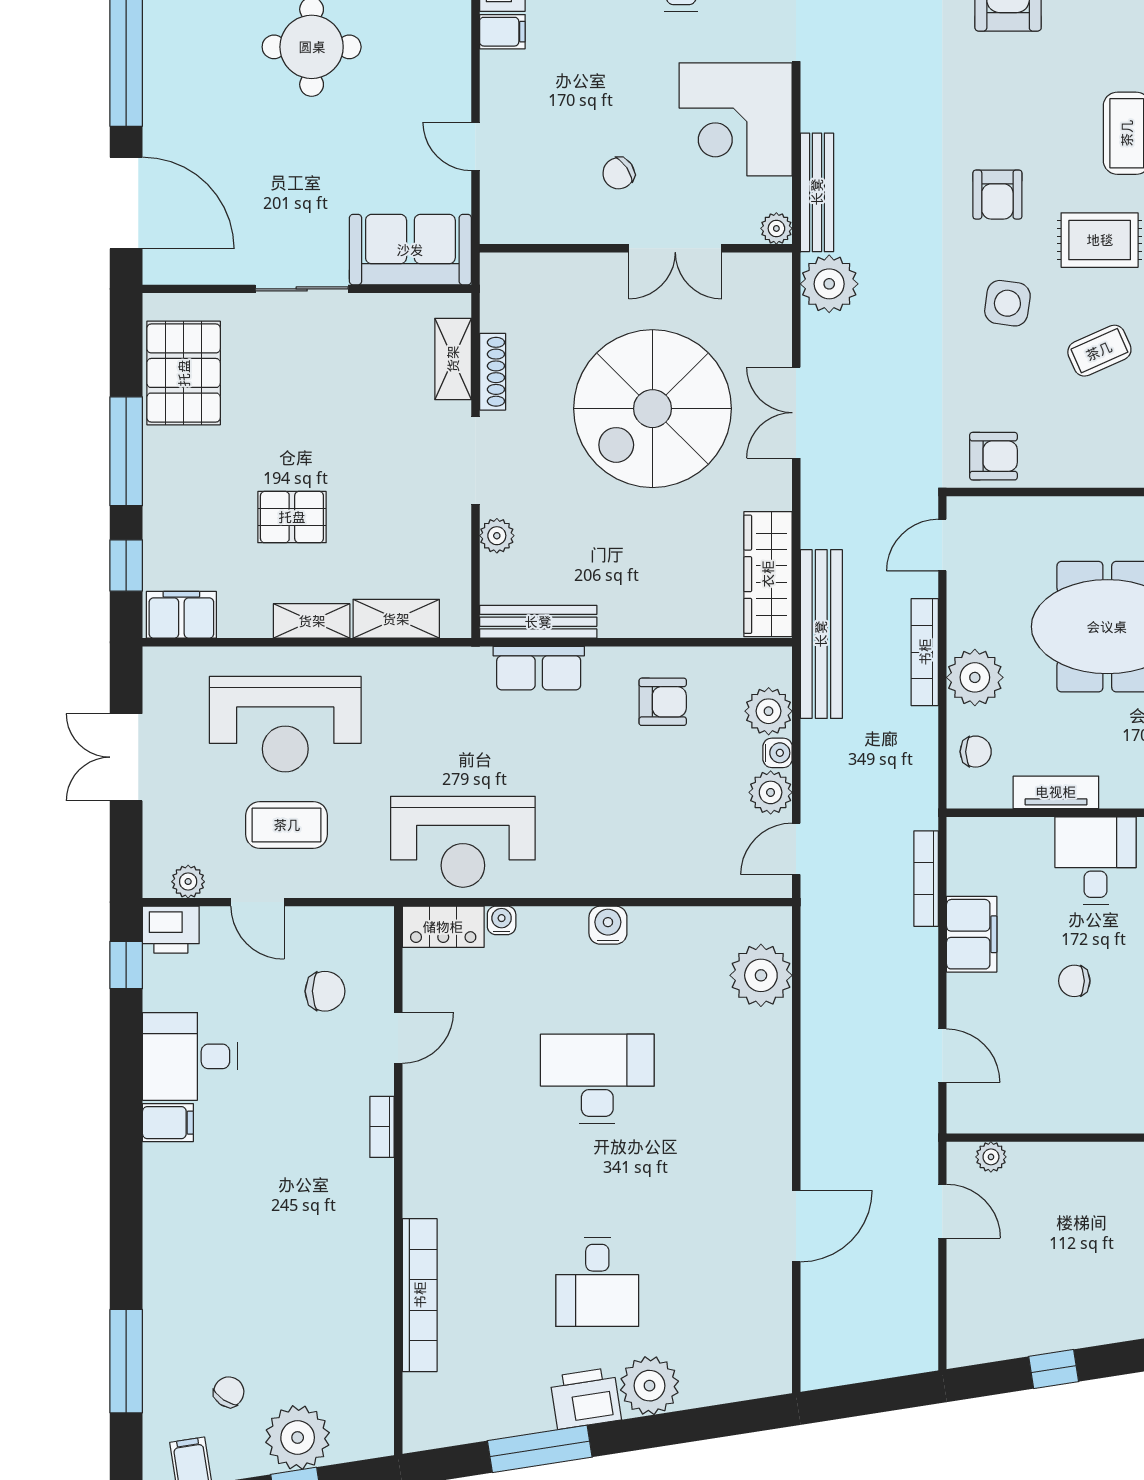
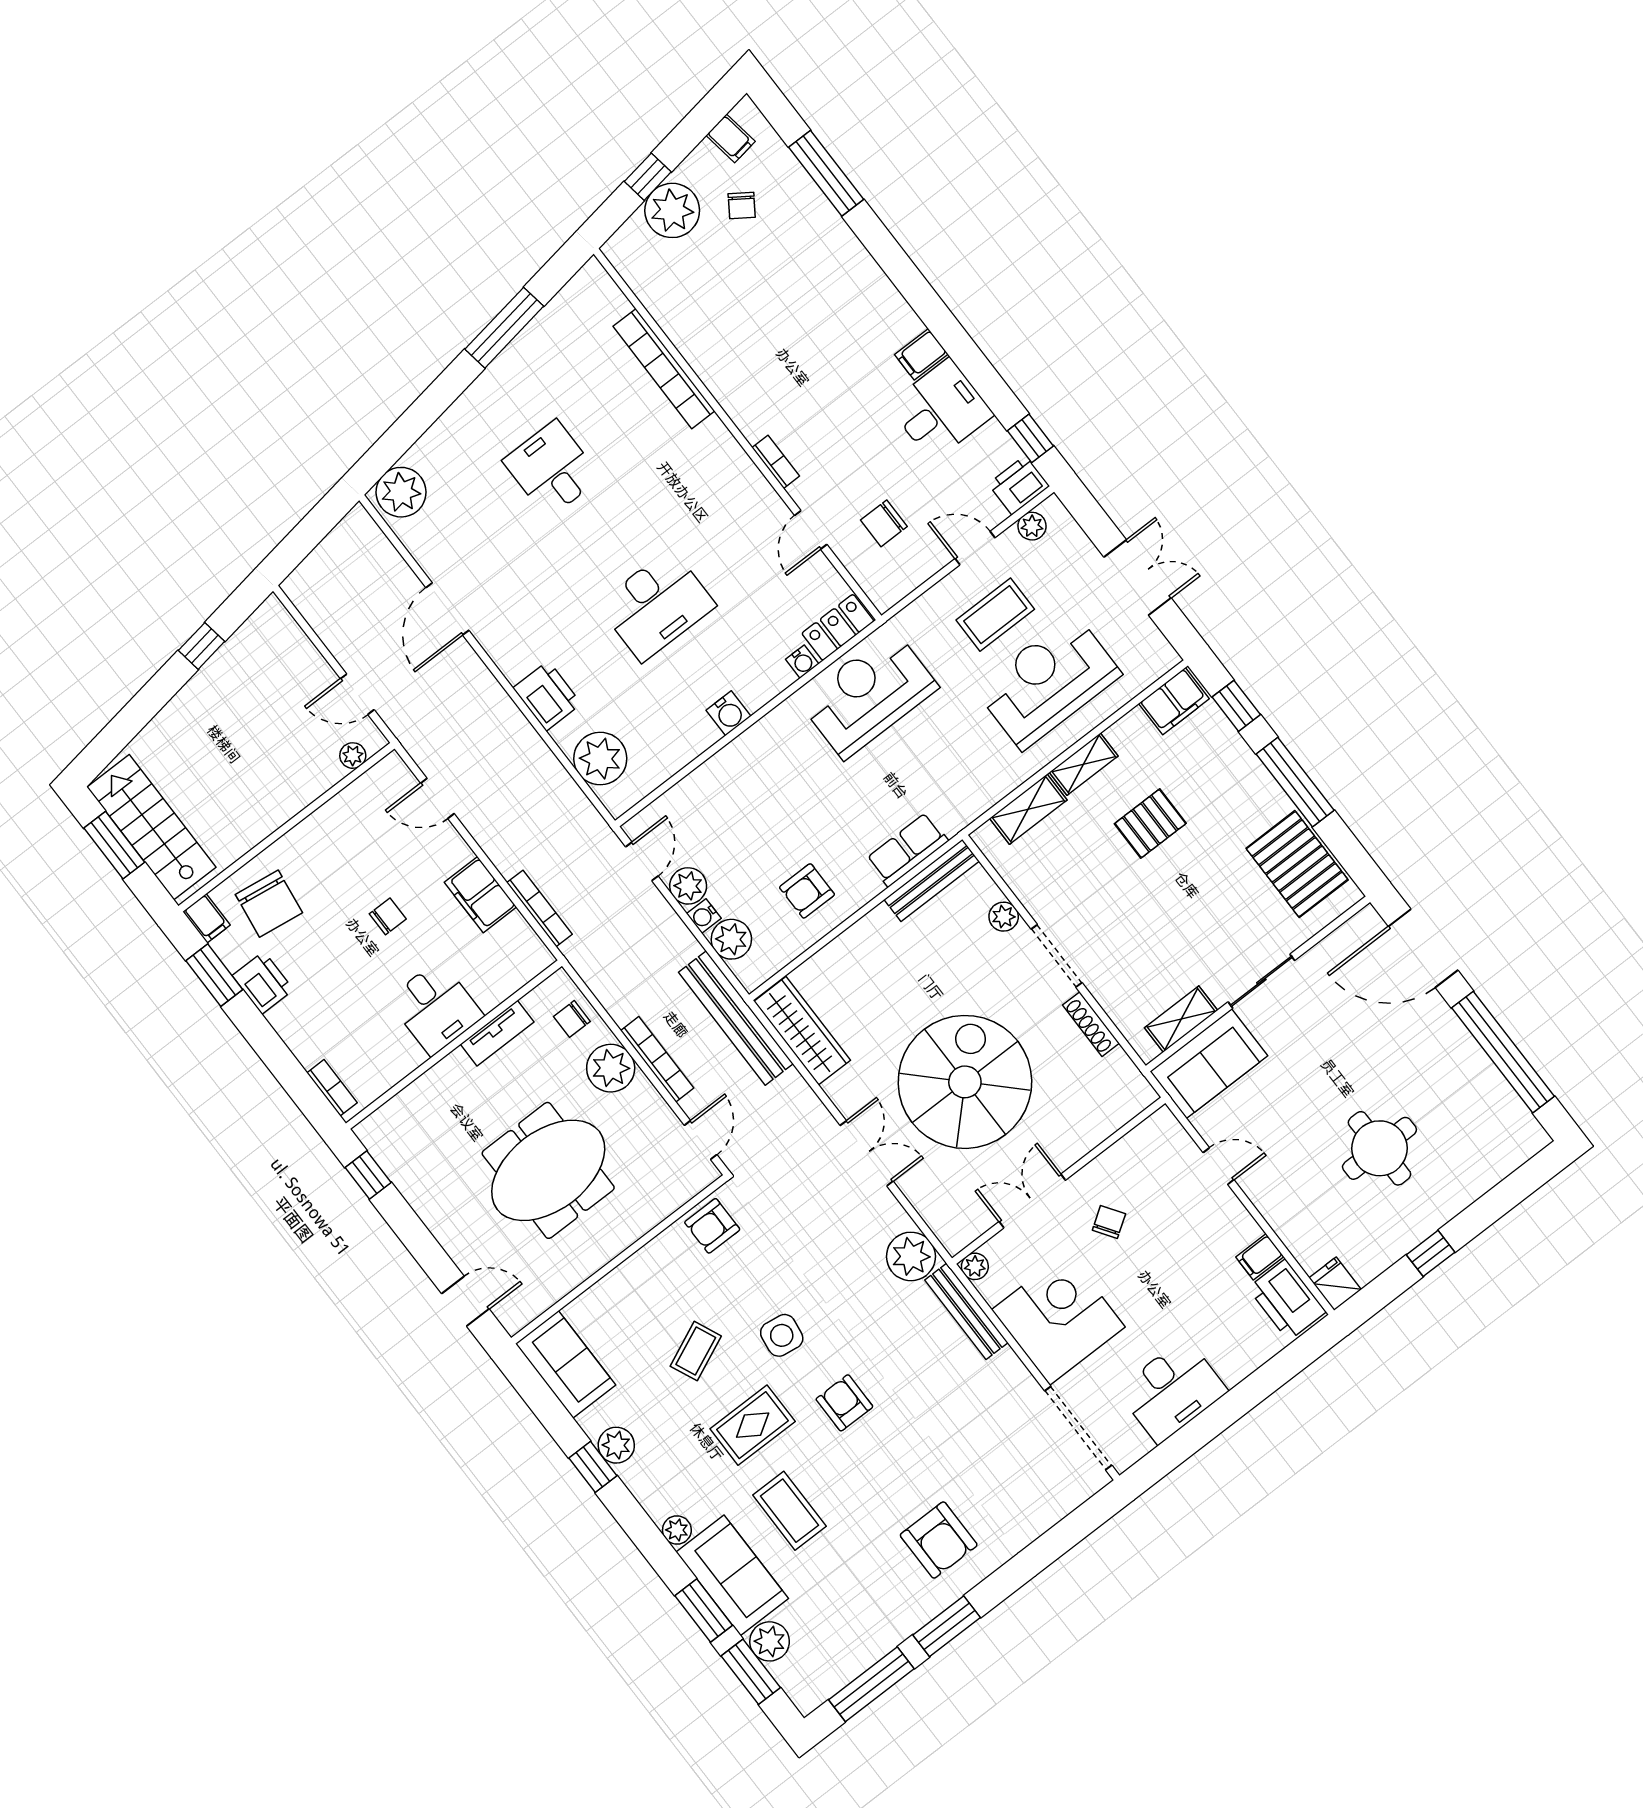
shelving: (453, 359) -> (1181, 1019), moved, turned 90
plant: (650, 1386) -> (401, 492), moved
printer: (586, 1398) -> (547, 696), moved, turned -81

